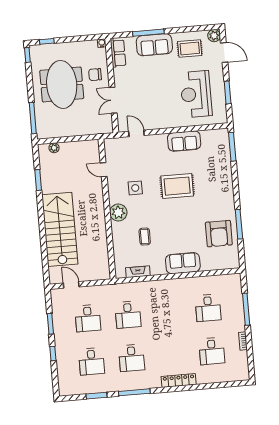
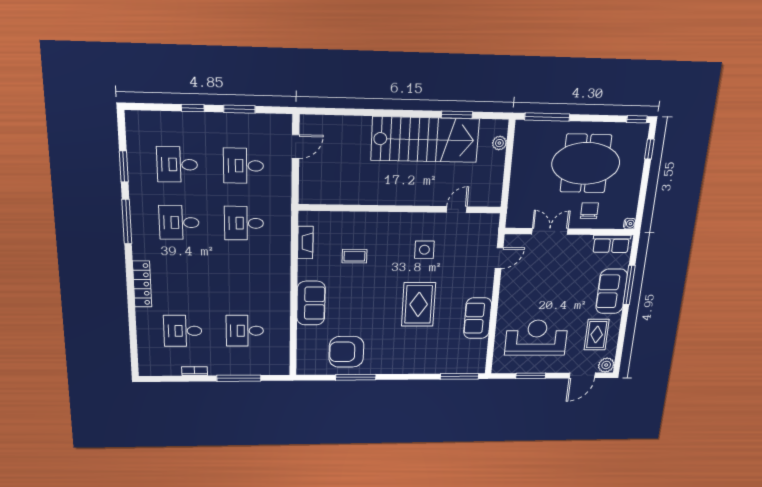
plant: (118, 213) -> (393, 224), removed
stairs: (60, 229) -> (425, 140), moved

